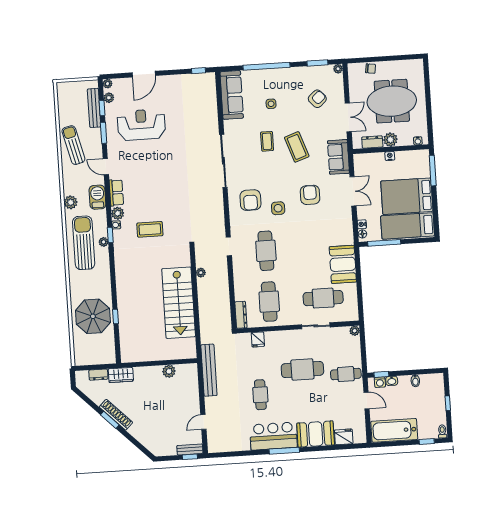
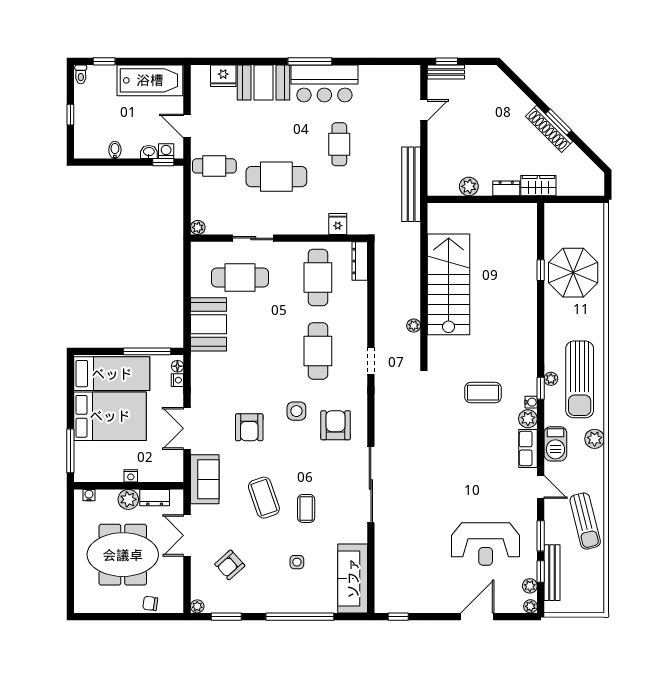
dresser: (98, 375) -> (506, 188), moved

